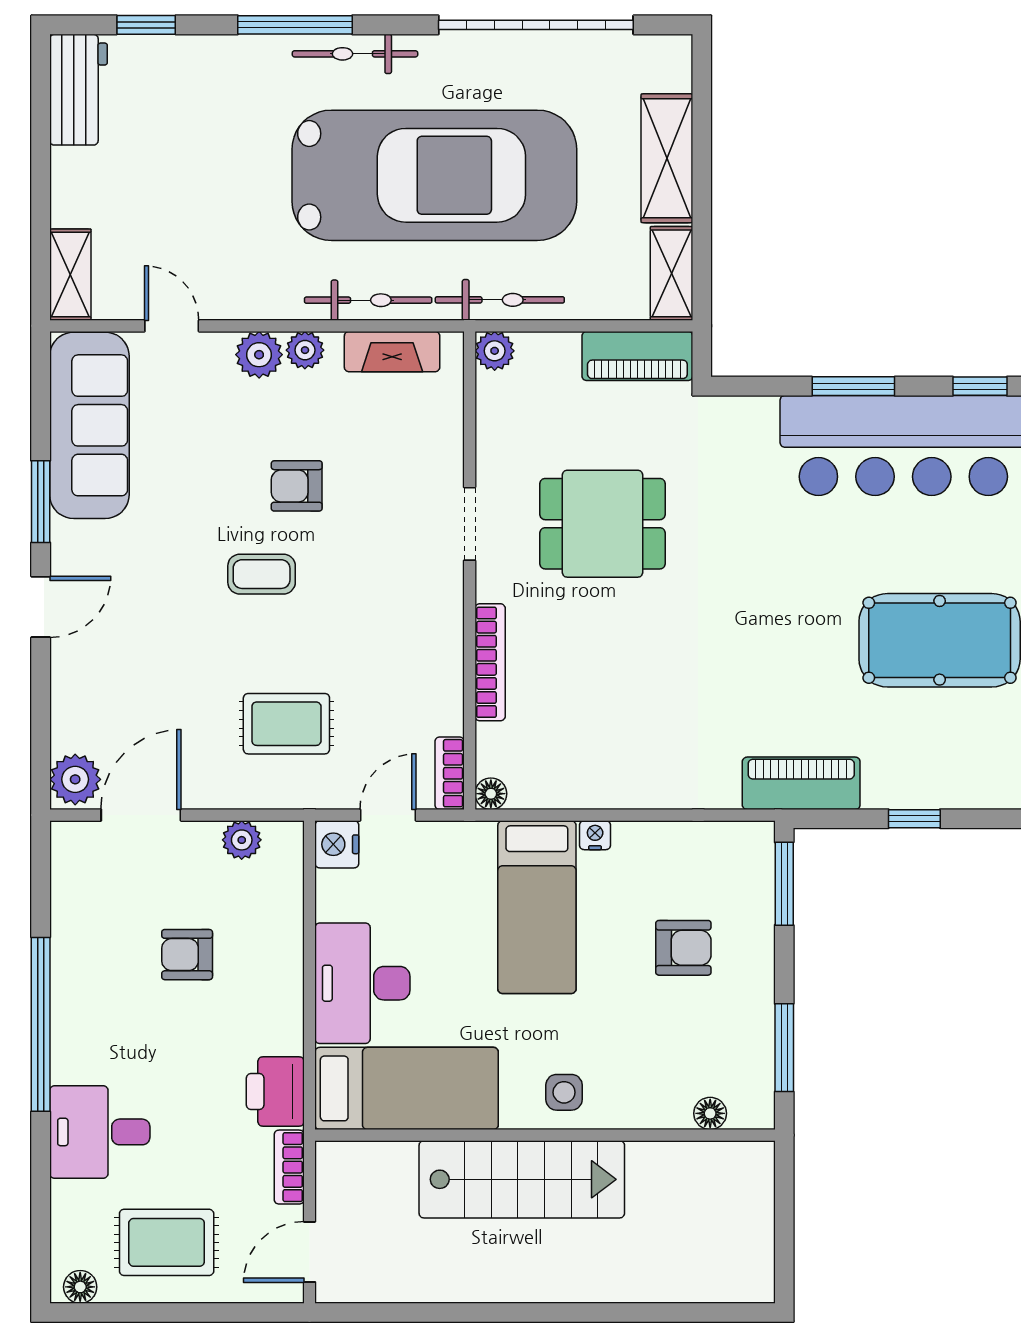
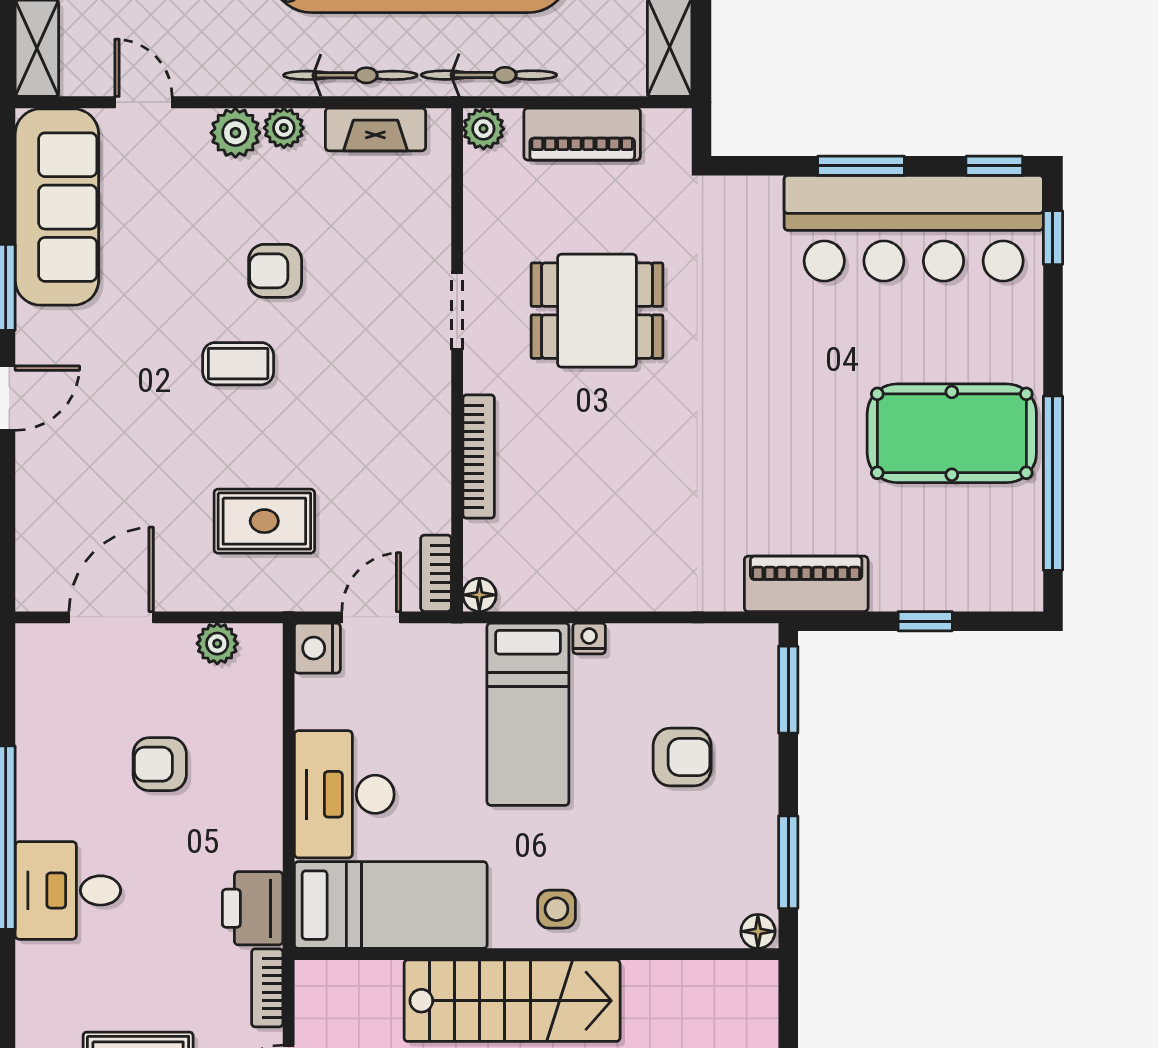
piano: (637, 356) -> (582, 134), moved
plant: (75, 779) -> (42, 580), removed
floor lamp: (710, 1113) -> (758, 931), moved
desk: (100, 1132) -> (68, 890), moved

